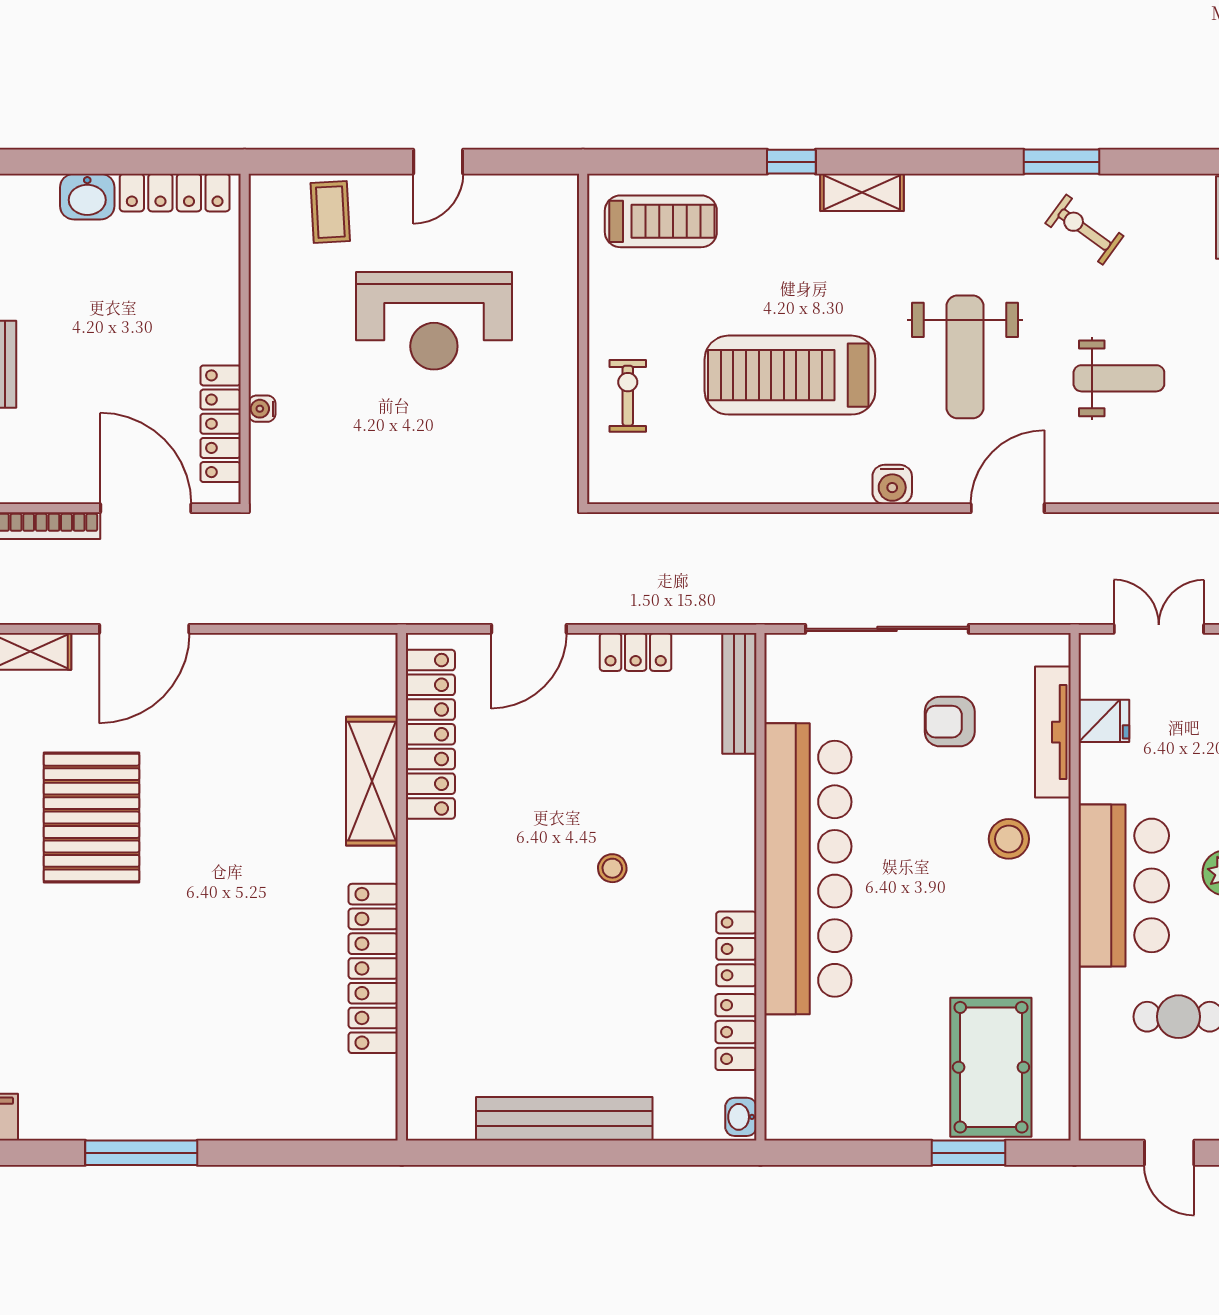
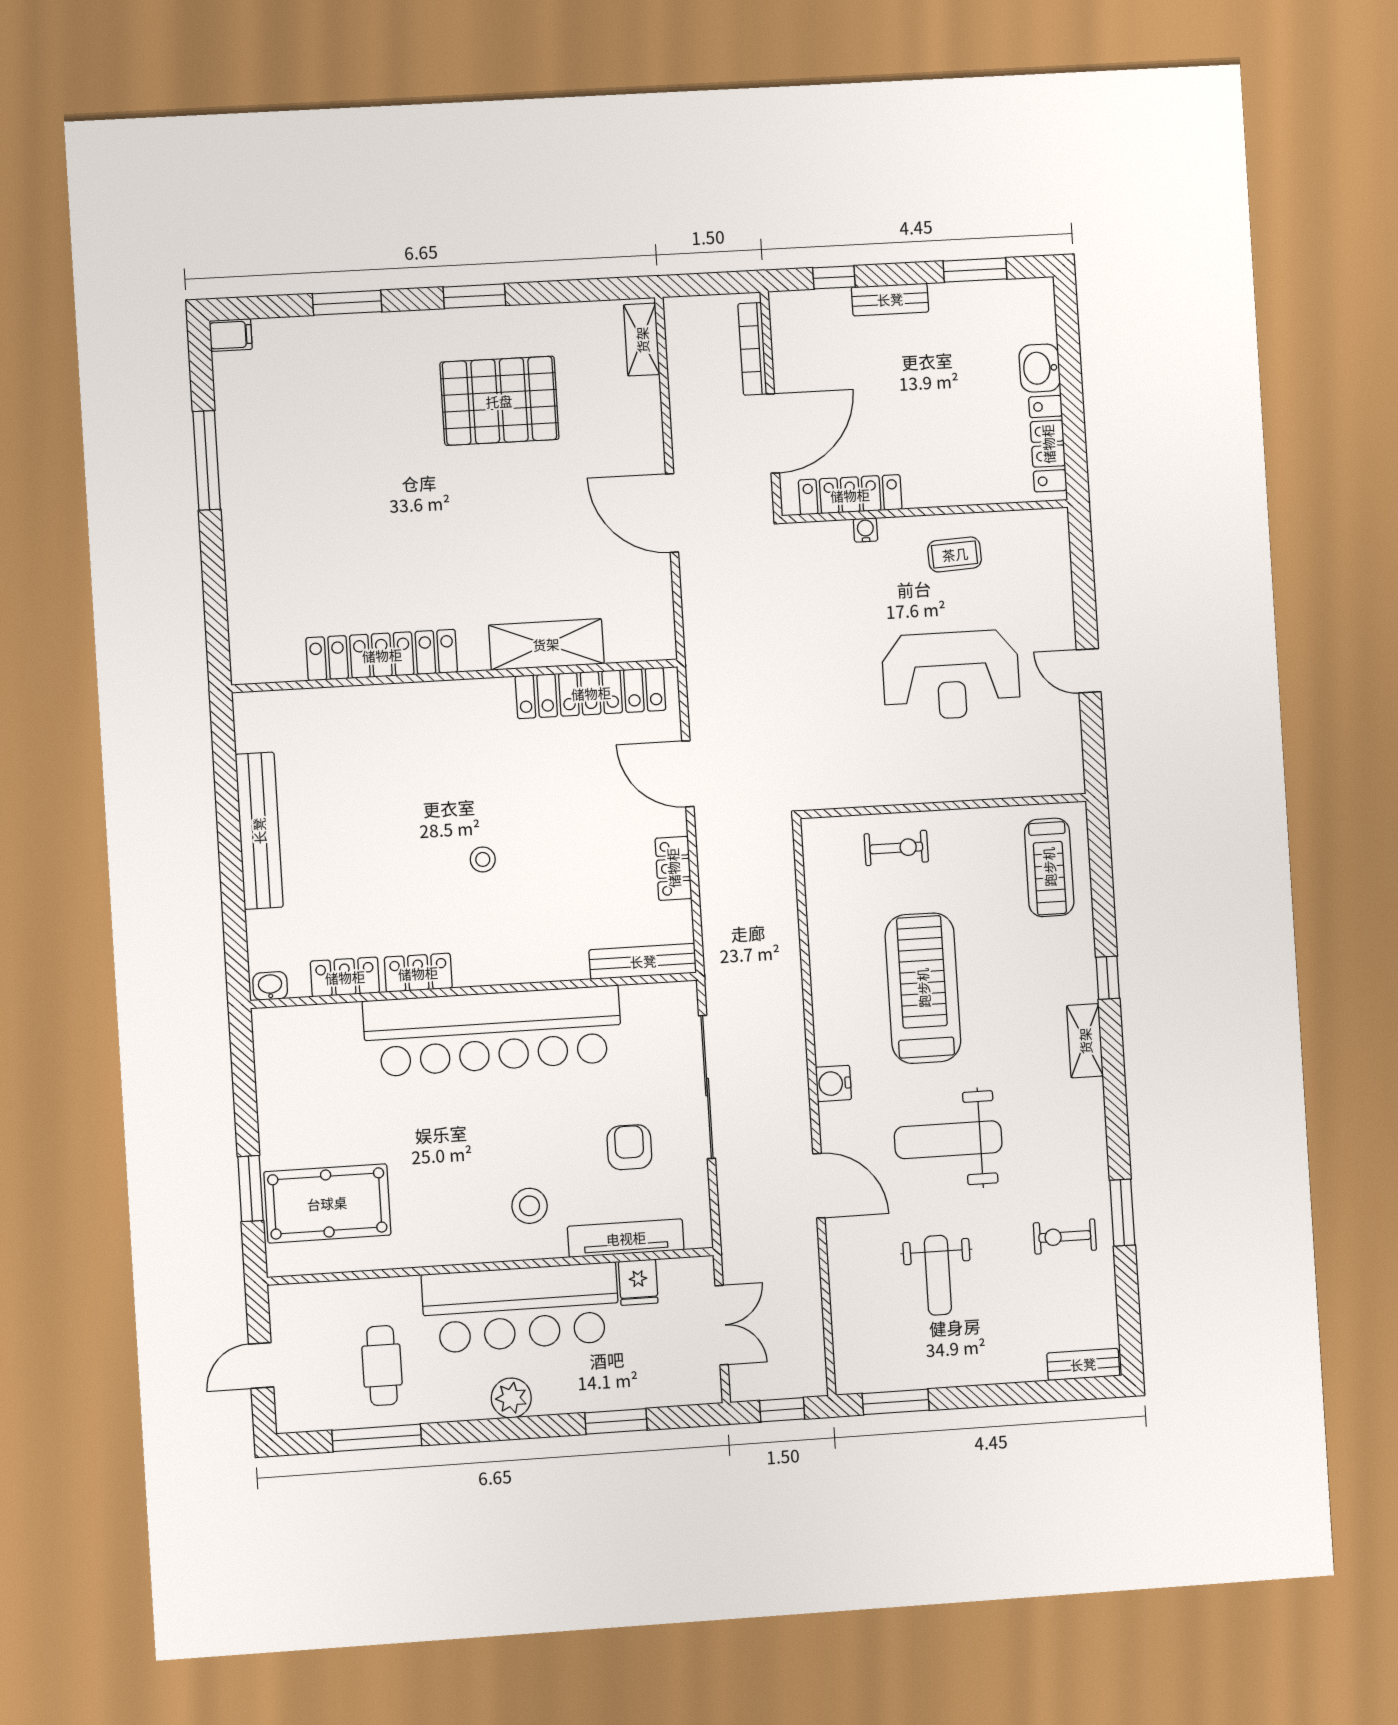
coffee table: (330, 212) -> (955, 554), moved
exercise bike: (1084, 230) -> (1065, 1237), turned -126
reception desk: (434, 321) -> (951, 675), turned -90
door: (144, 629) -> (672, 513), moved
bar counter: (1124, 885) -> (521, 1308), width x1.36

